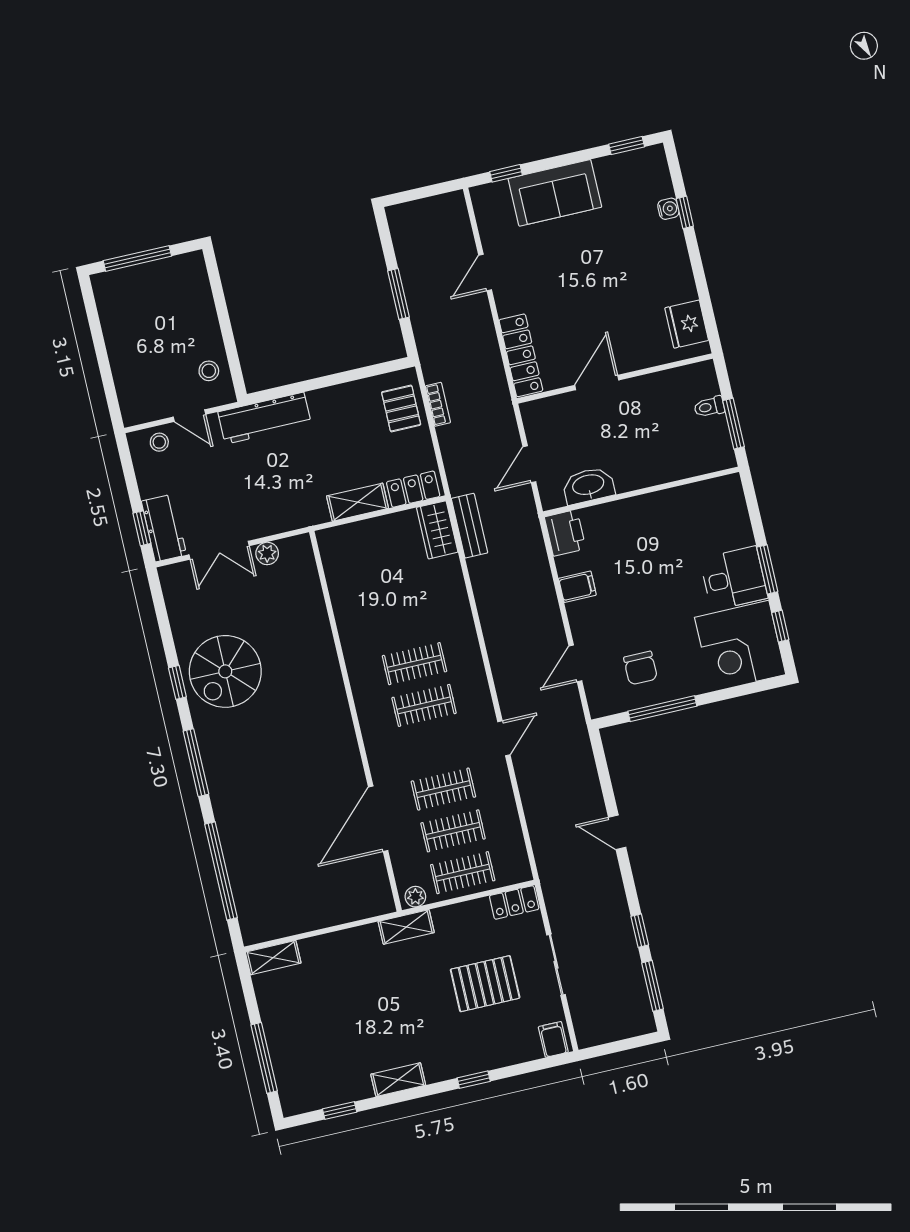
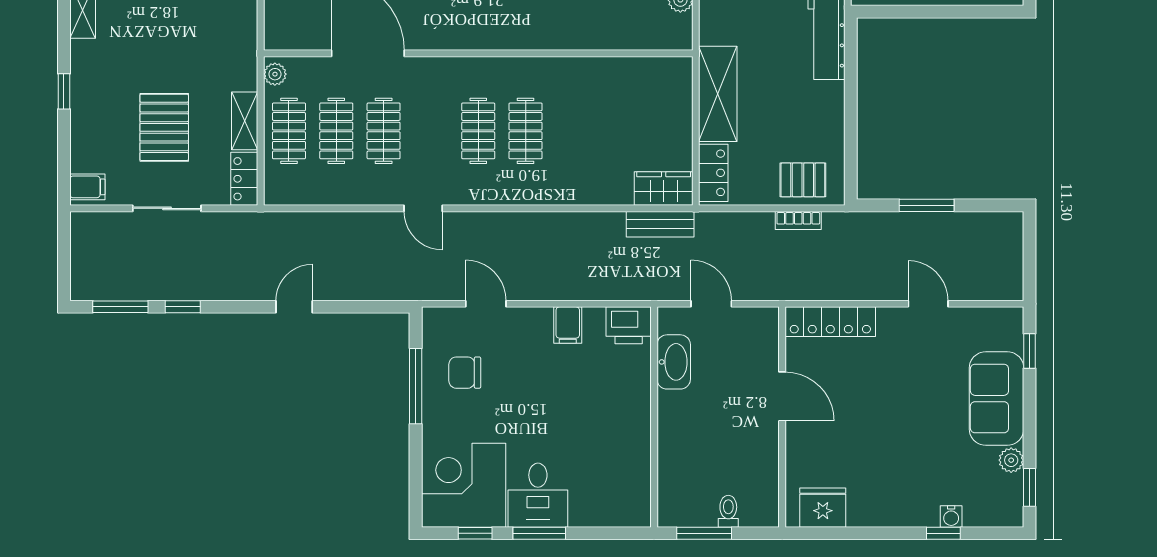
plant: (606, 167) -> (1011, 460), added
shelving: (358, 502) -> (718, 94), width x1.50, depth x1.33
shelving: (406, 927) -> (245, 121), moved

